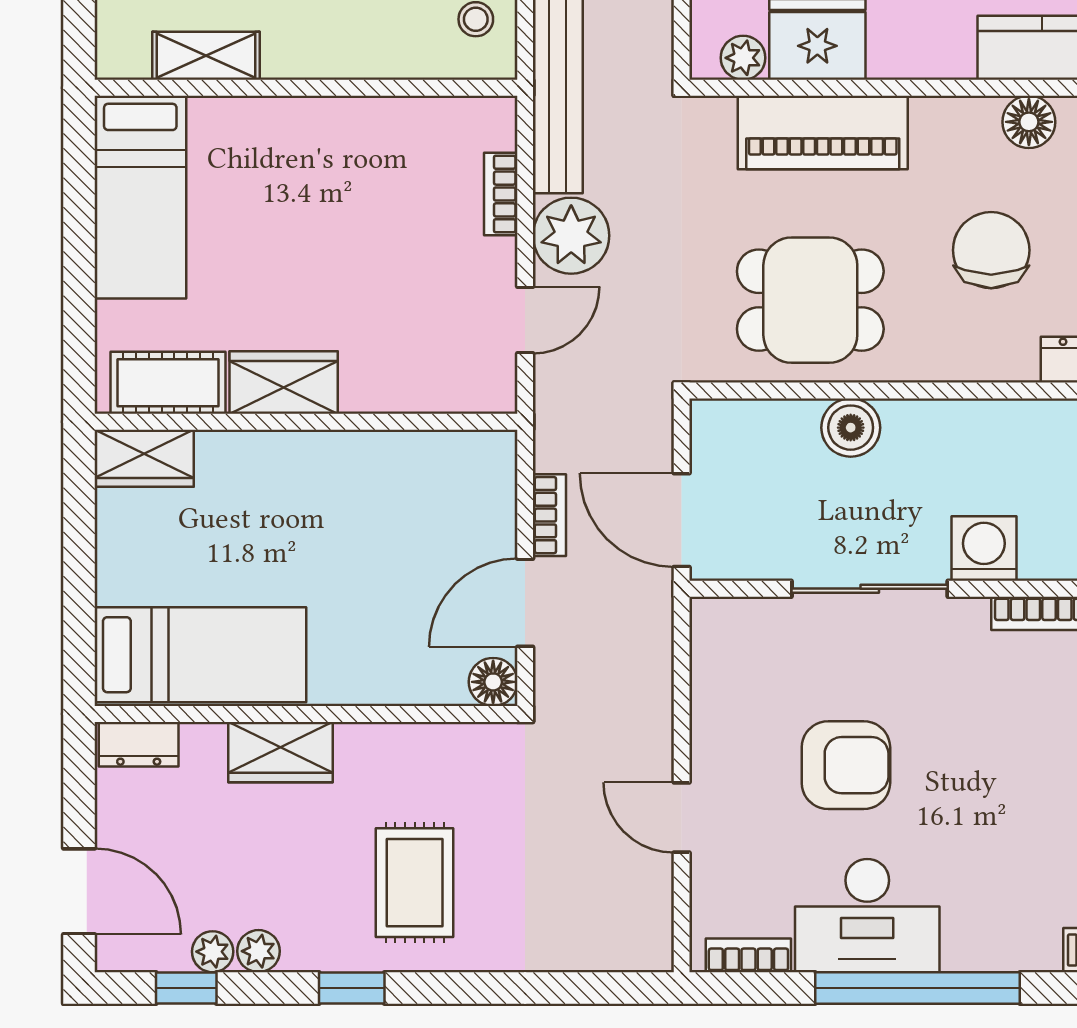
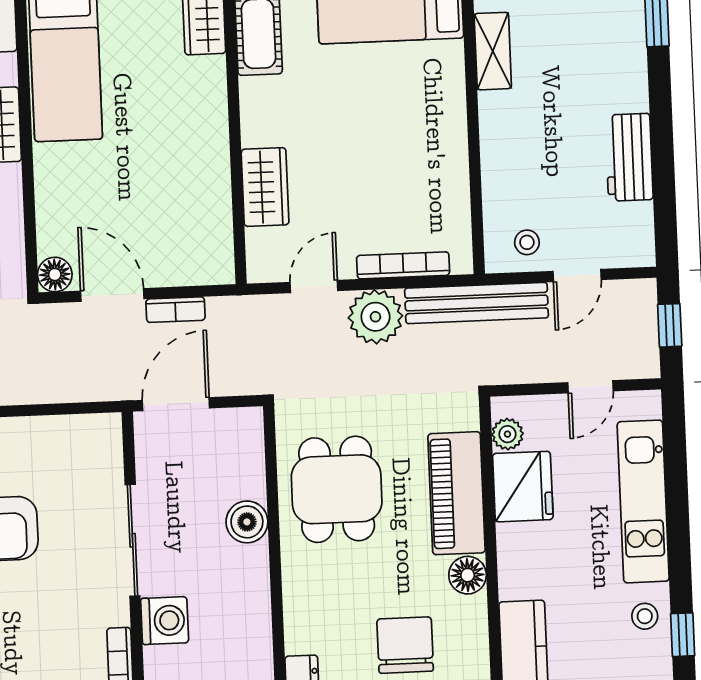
floor lamp: (1029, 122) -> (468, 575), moved
bookcase: (501, 194) -> (403, 265), width x1.56
chair: (991, 250) -> (405, 645), moved, turned -90
door: (525, 320) -> (314, 286), swing flipped
wardrobe: (284, 383) -> (265, 187), moved

